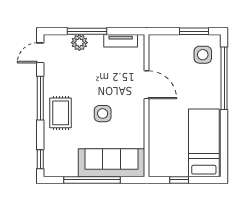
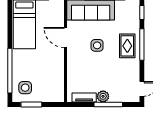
plant: (79, 43) -> (103, 96), moved
door: (146, 85) -> (66, 37), moved
window: (40, 98) -> (142, 45), moved

